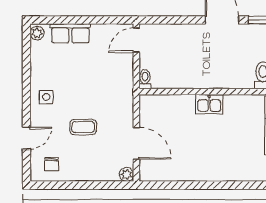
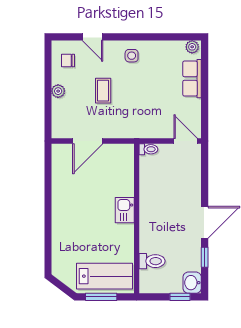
plant: (127, 174) -> (58, 91), moved

